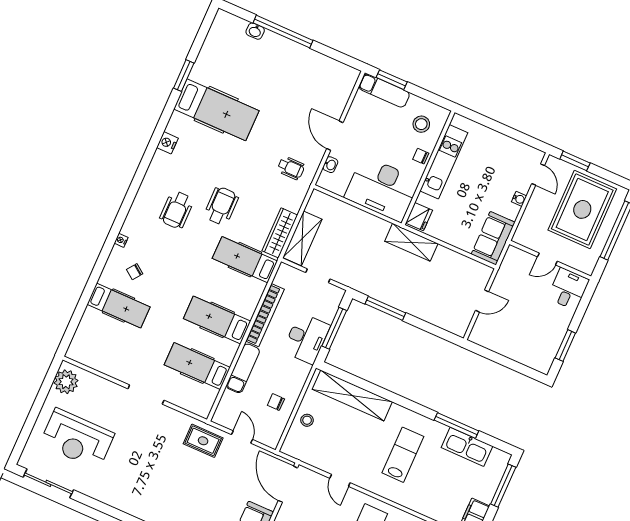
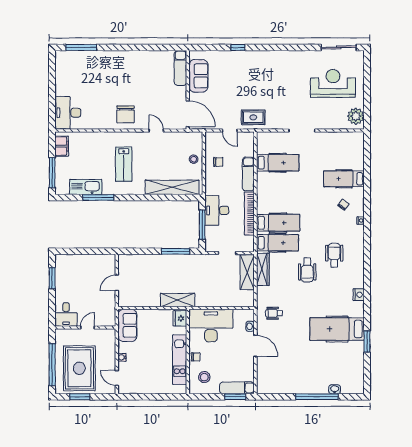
window: (575, 161) -> (80, 397), moved
hospital bed: (217, 320) -> (278, 223), moved

